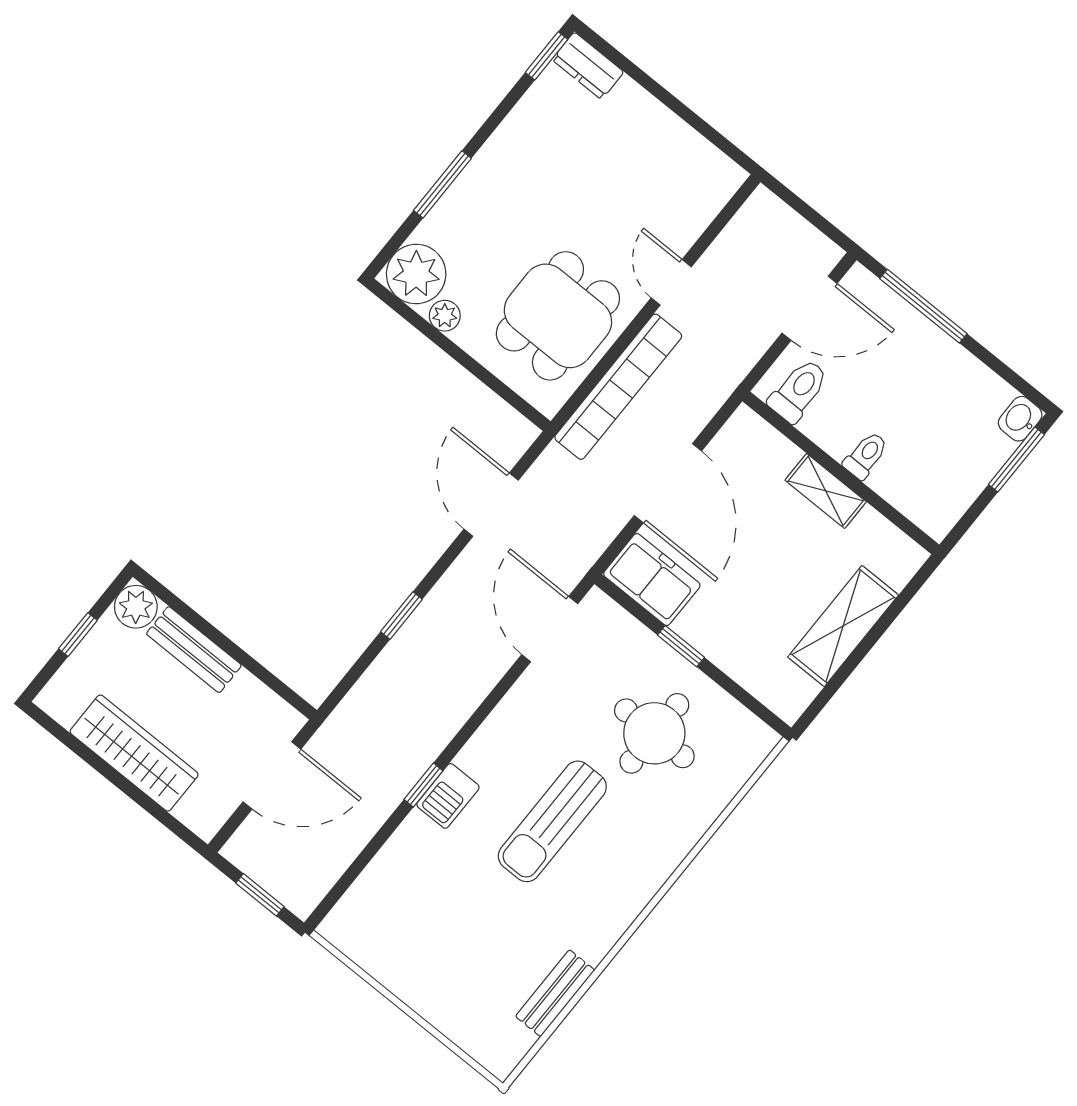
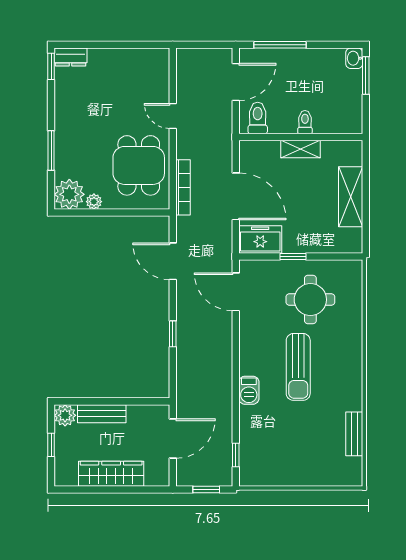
bookcase: (618, 387) -> (183, 187), width x0.68, depth x0.76
window: (423, 785) -> (236, 455), moved

